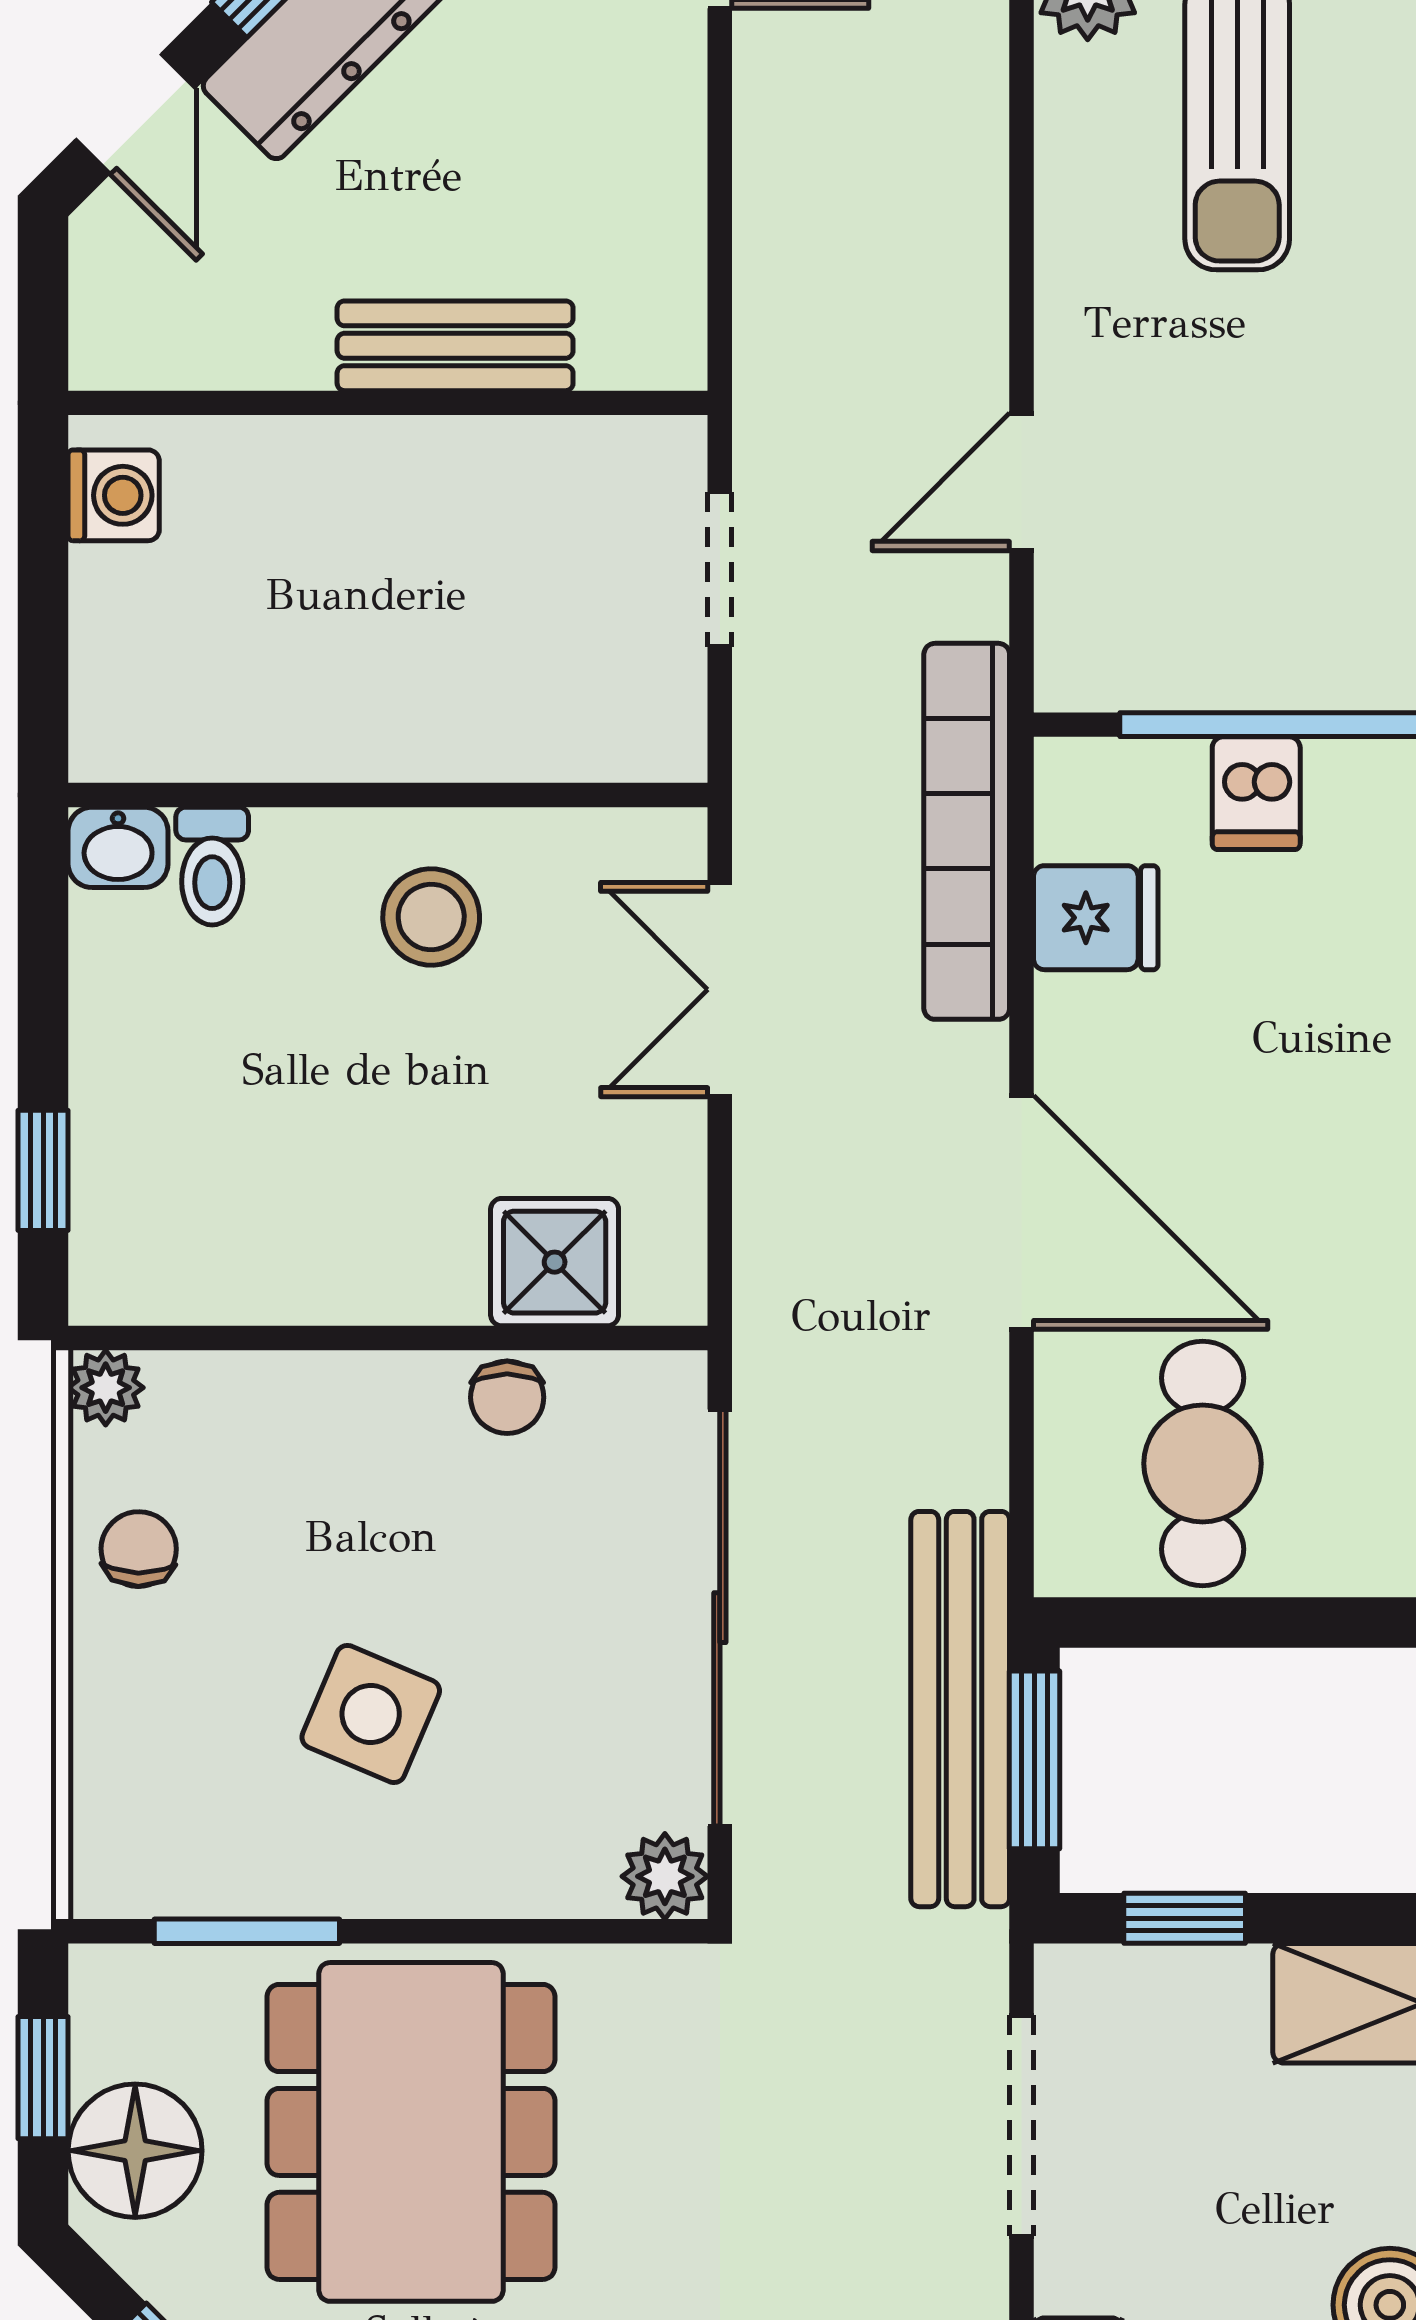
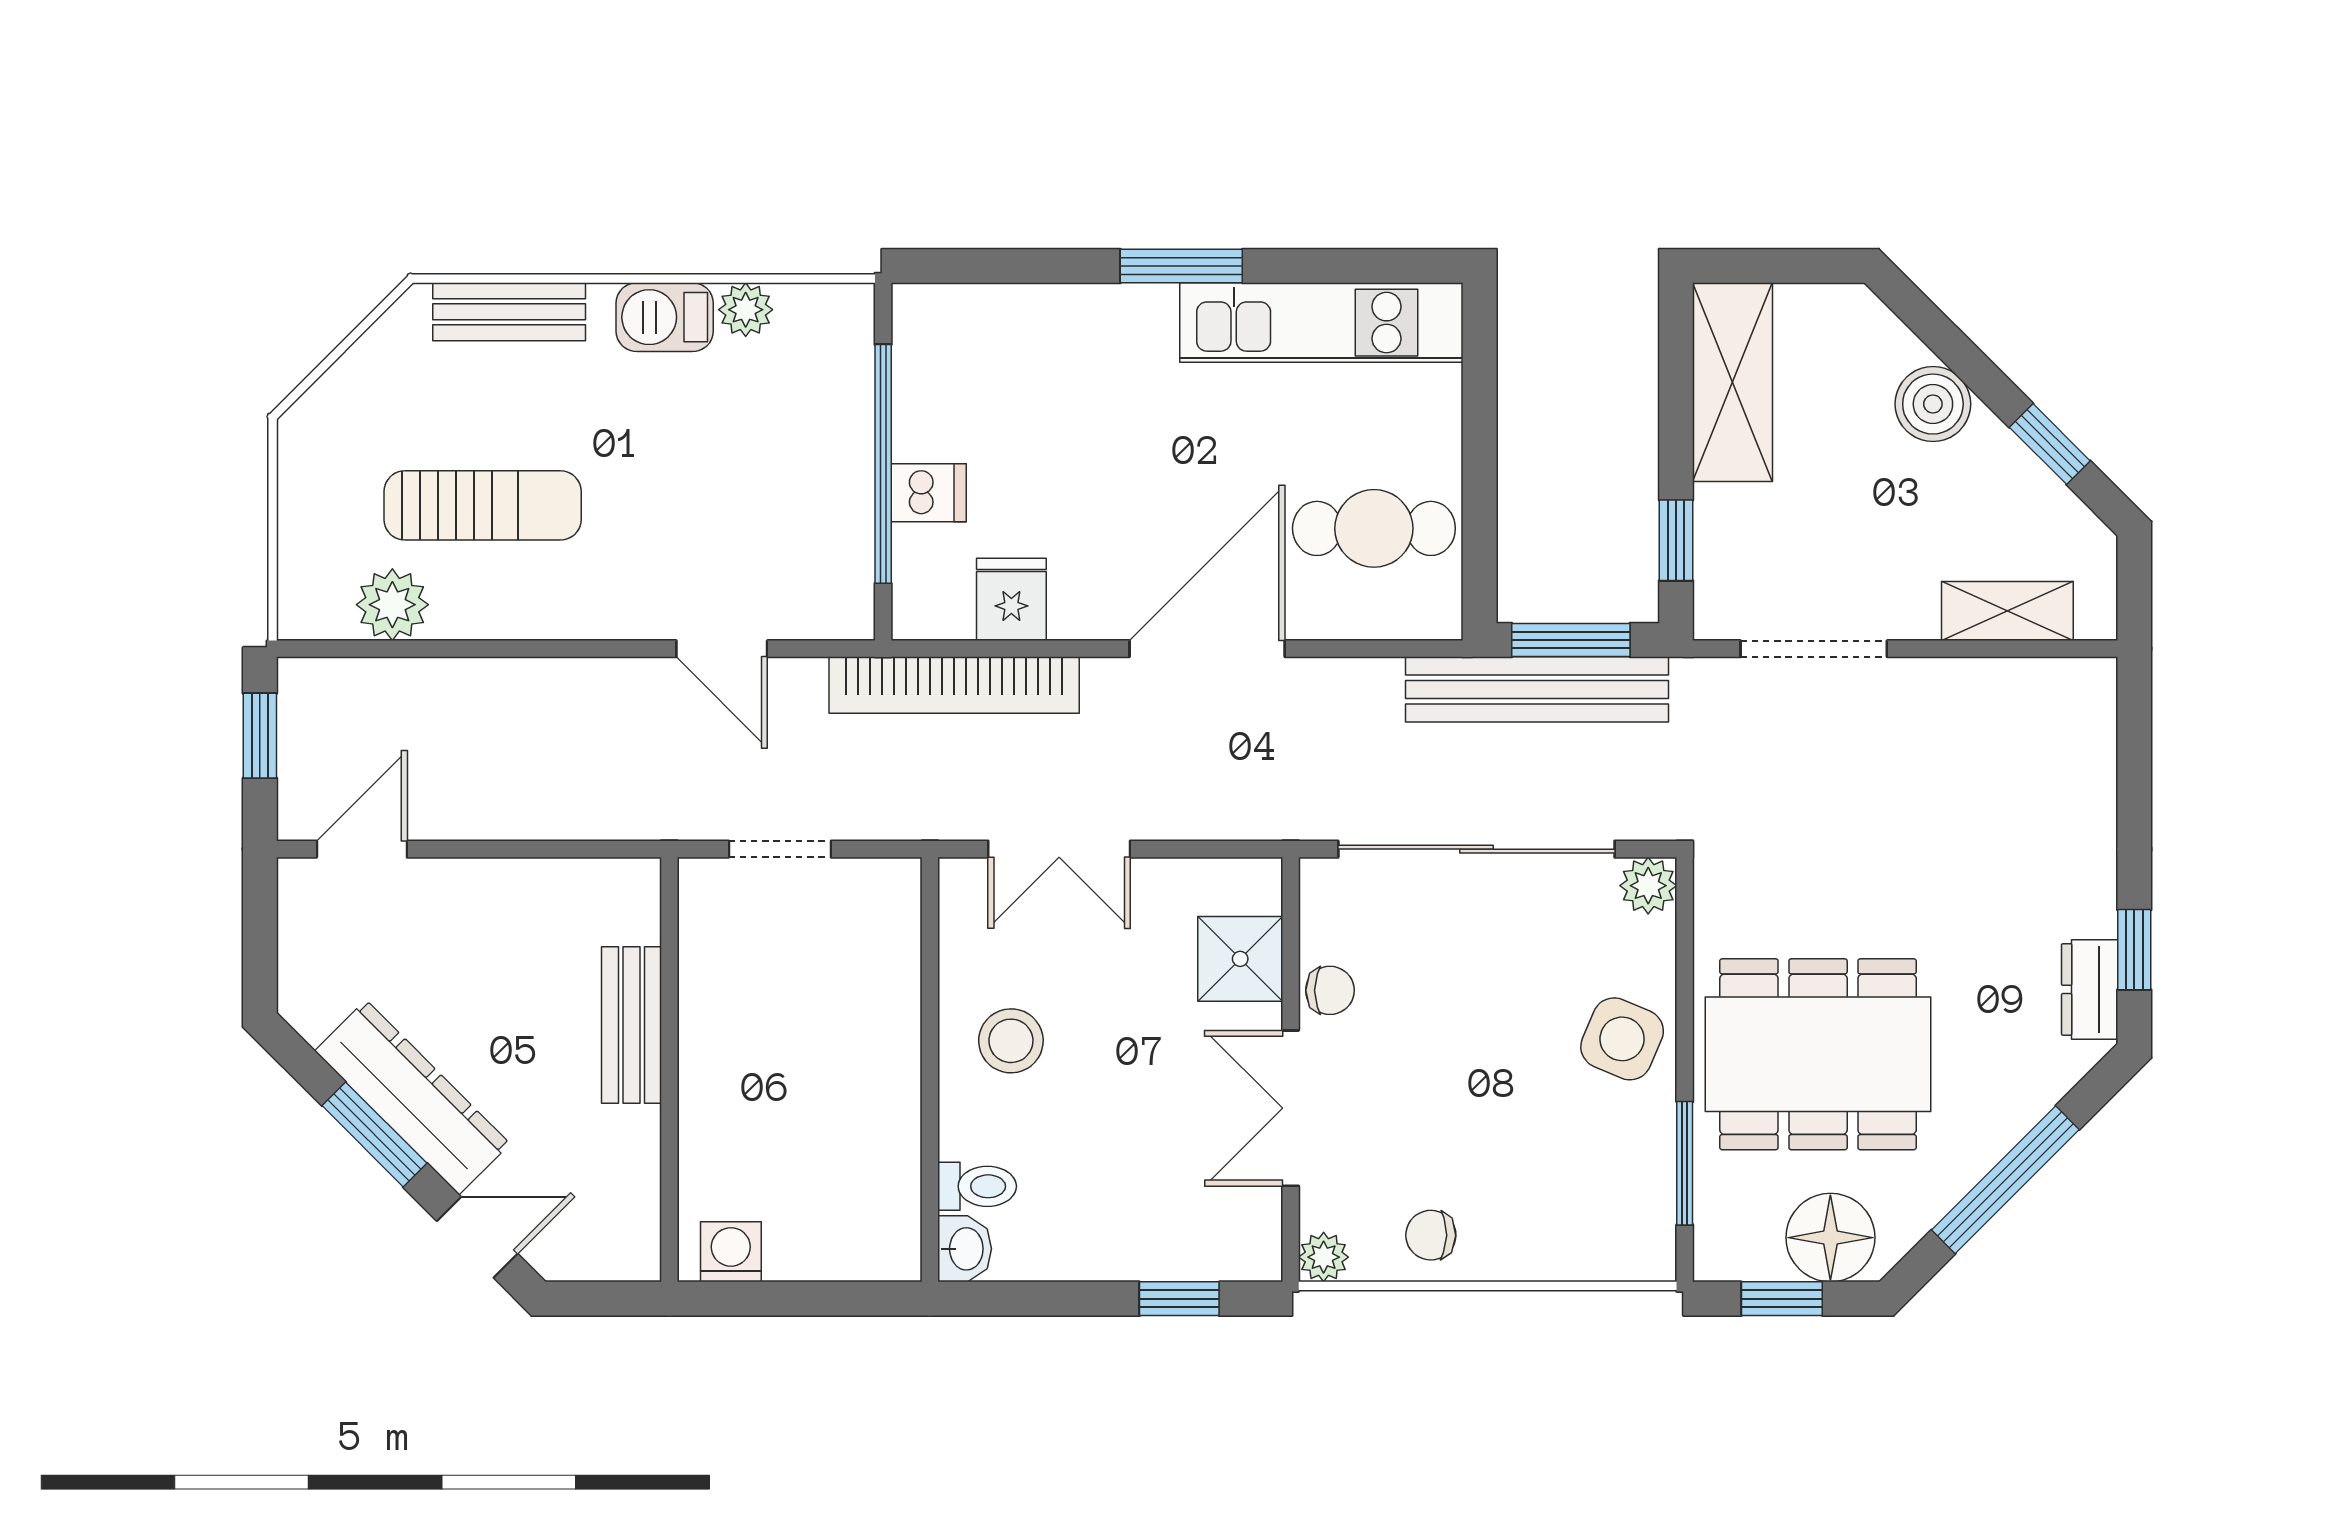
double door: (330, 1338) -> (1291, 1108), added
side table: (371, 1714) -> (1622, 1039), moved

